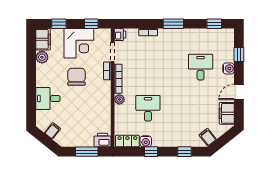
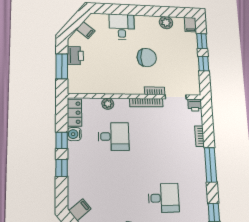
window: (91, 24) -> (203, 64), moved
window: (173, 24) -> (211, 165), width x1.44
filing cabinet: (43, 39) -> (190, 25), width x0.50
corner desk: (79, 43) -> (183, 61), removed
plant: (119, 99) -> (108, 104), moved
printer: (103, 140) -> (75, 56), moved
window: (185, 152) -> (62, 168), moved

